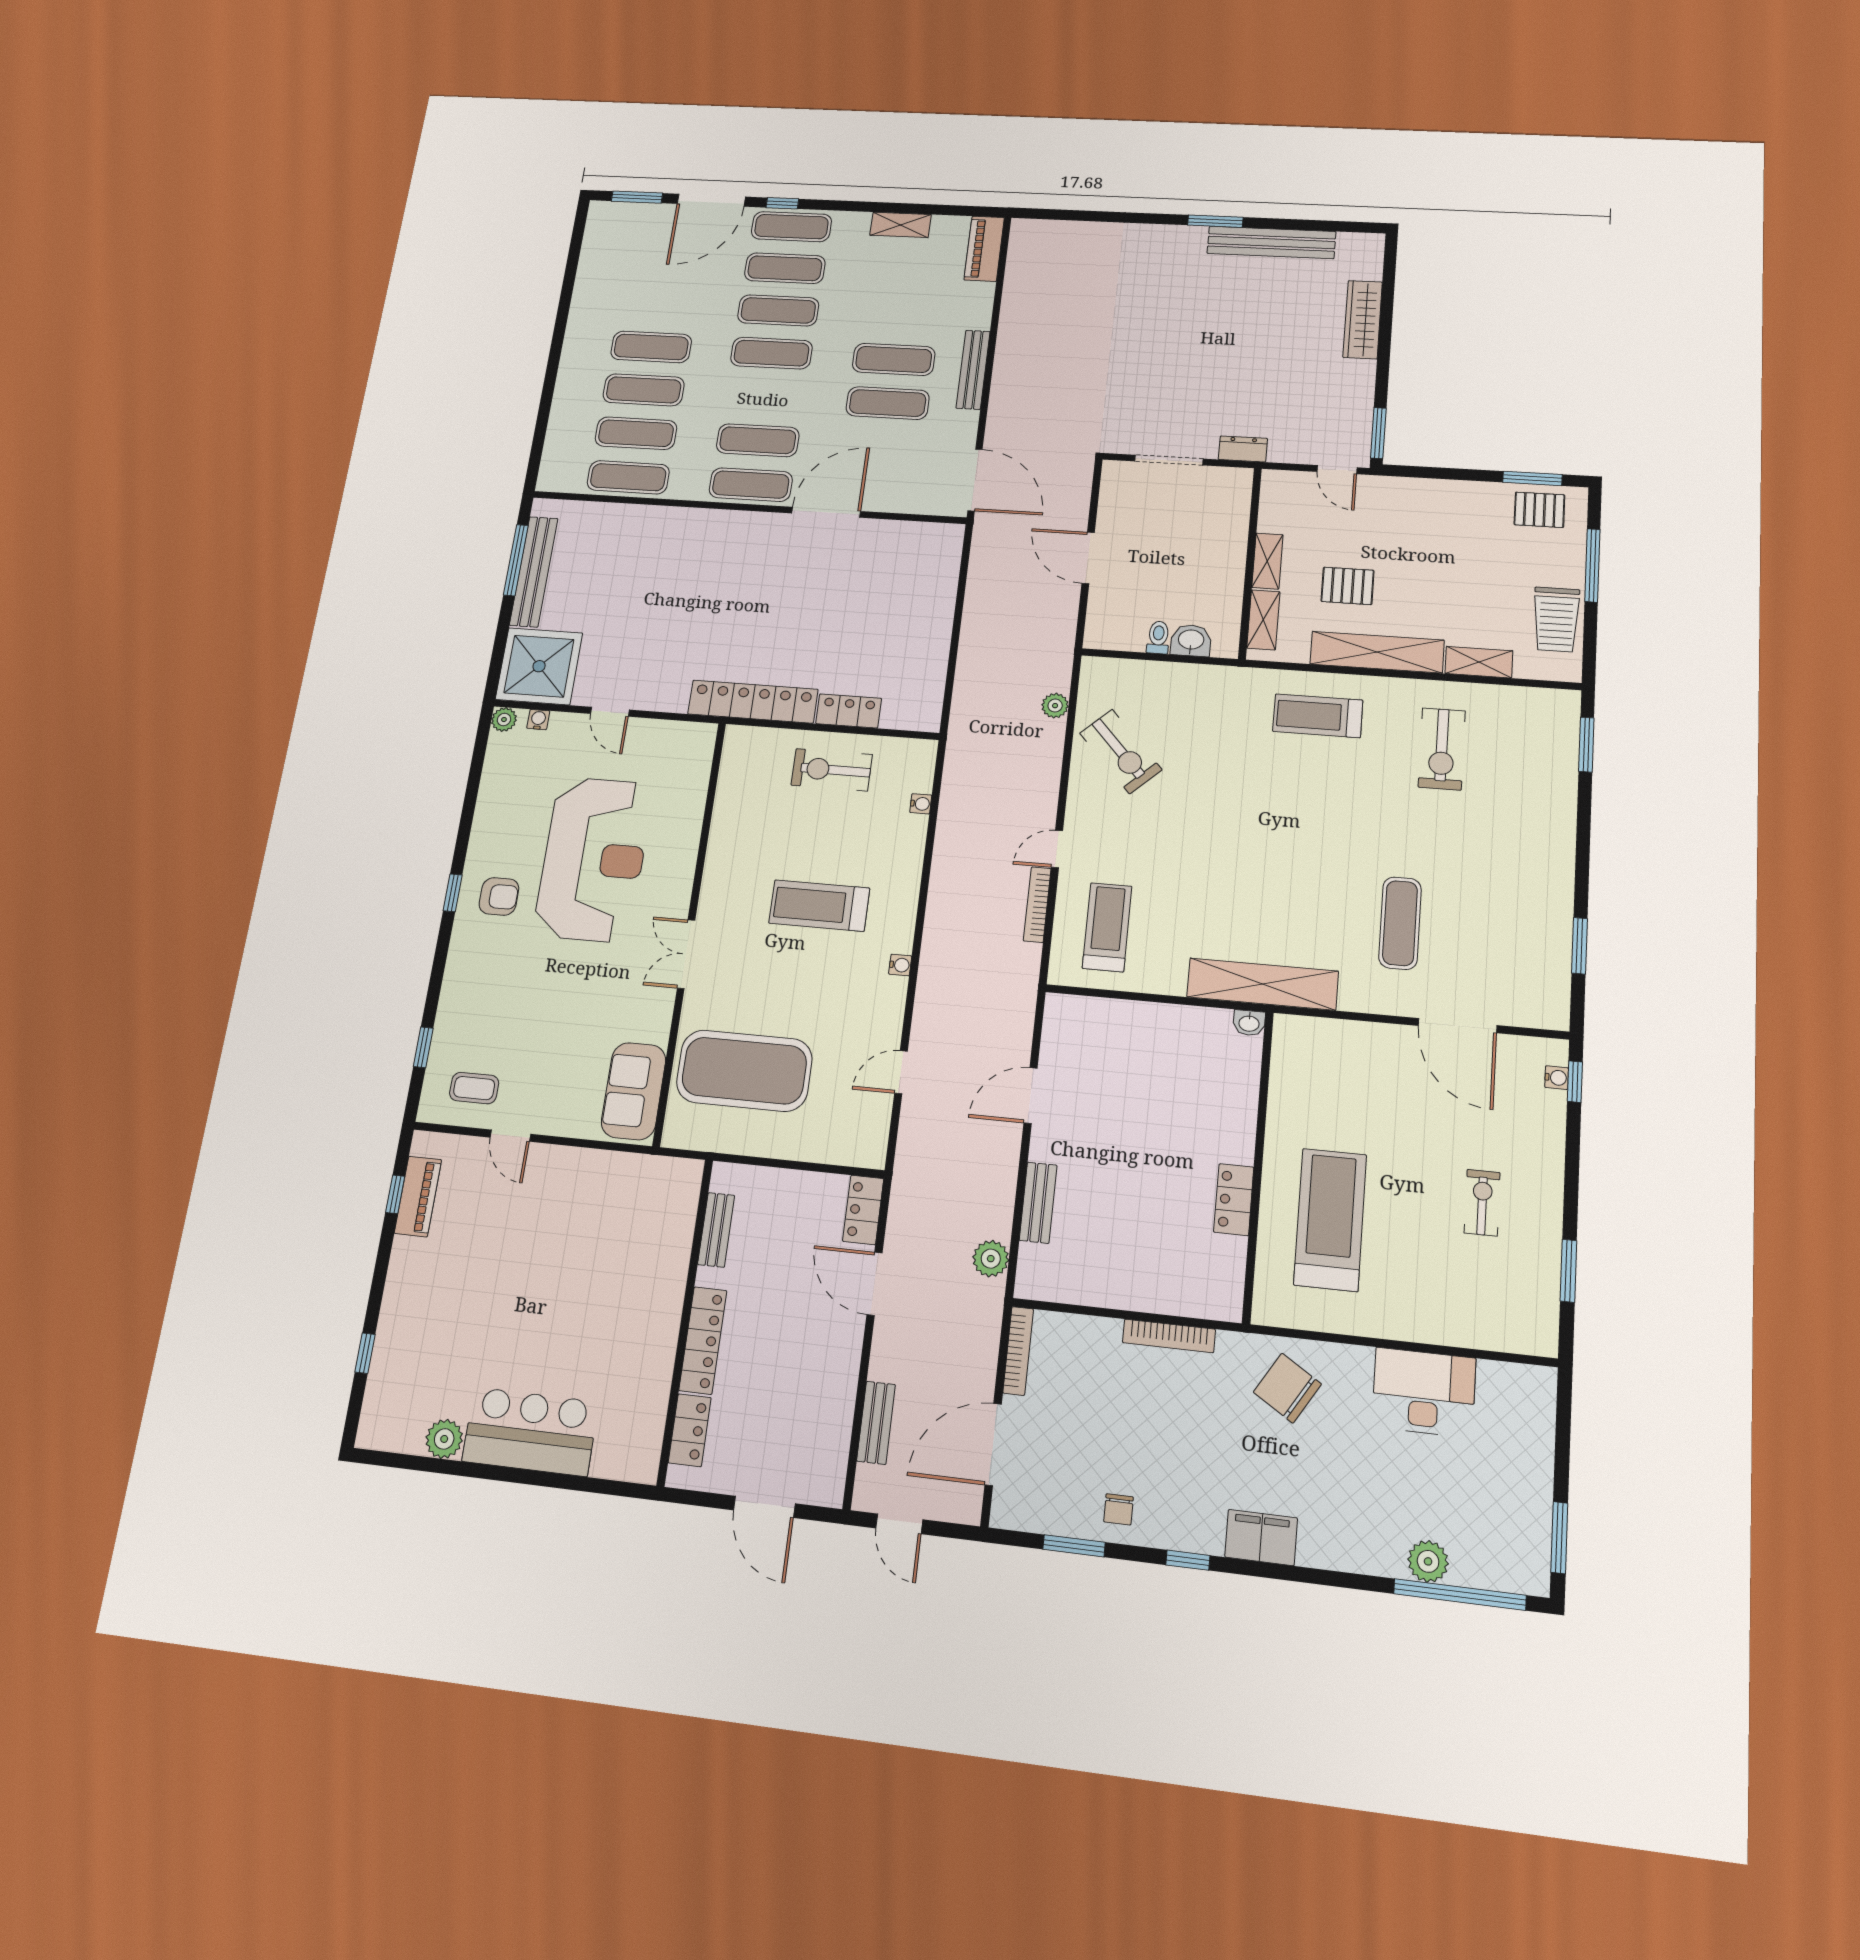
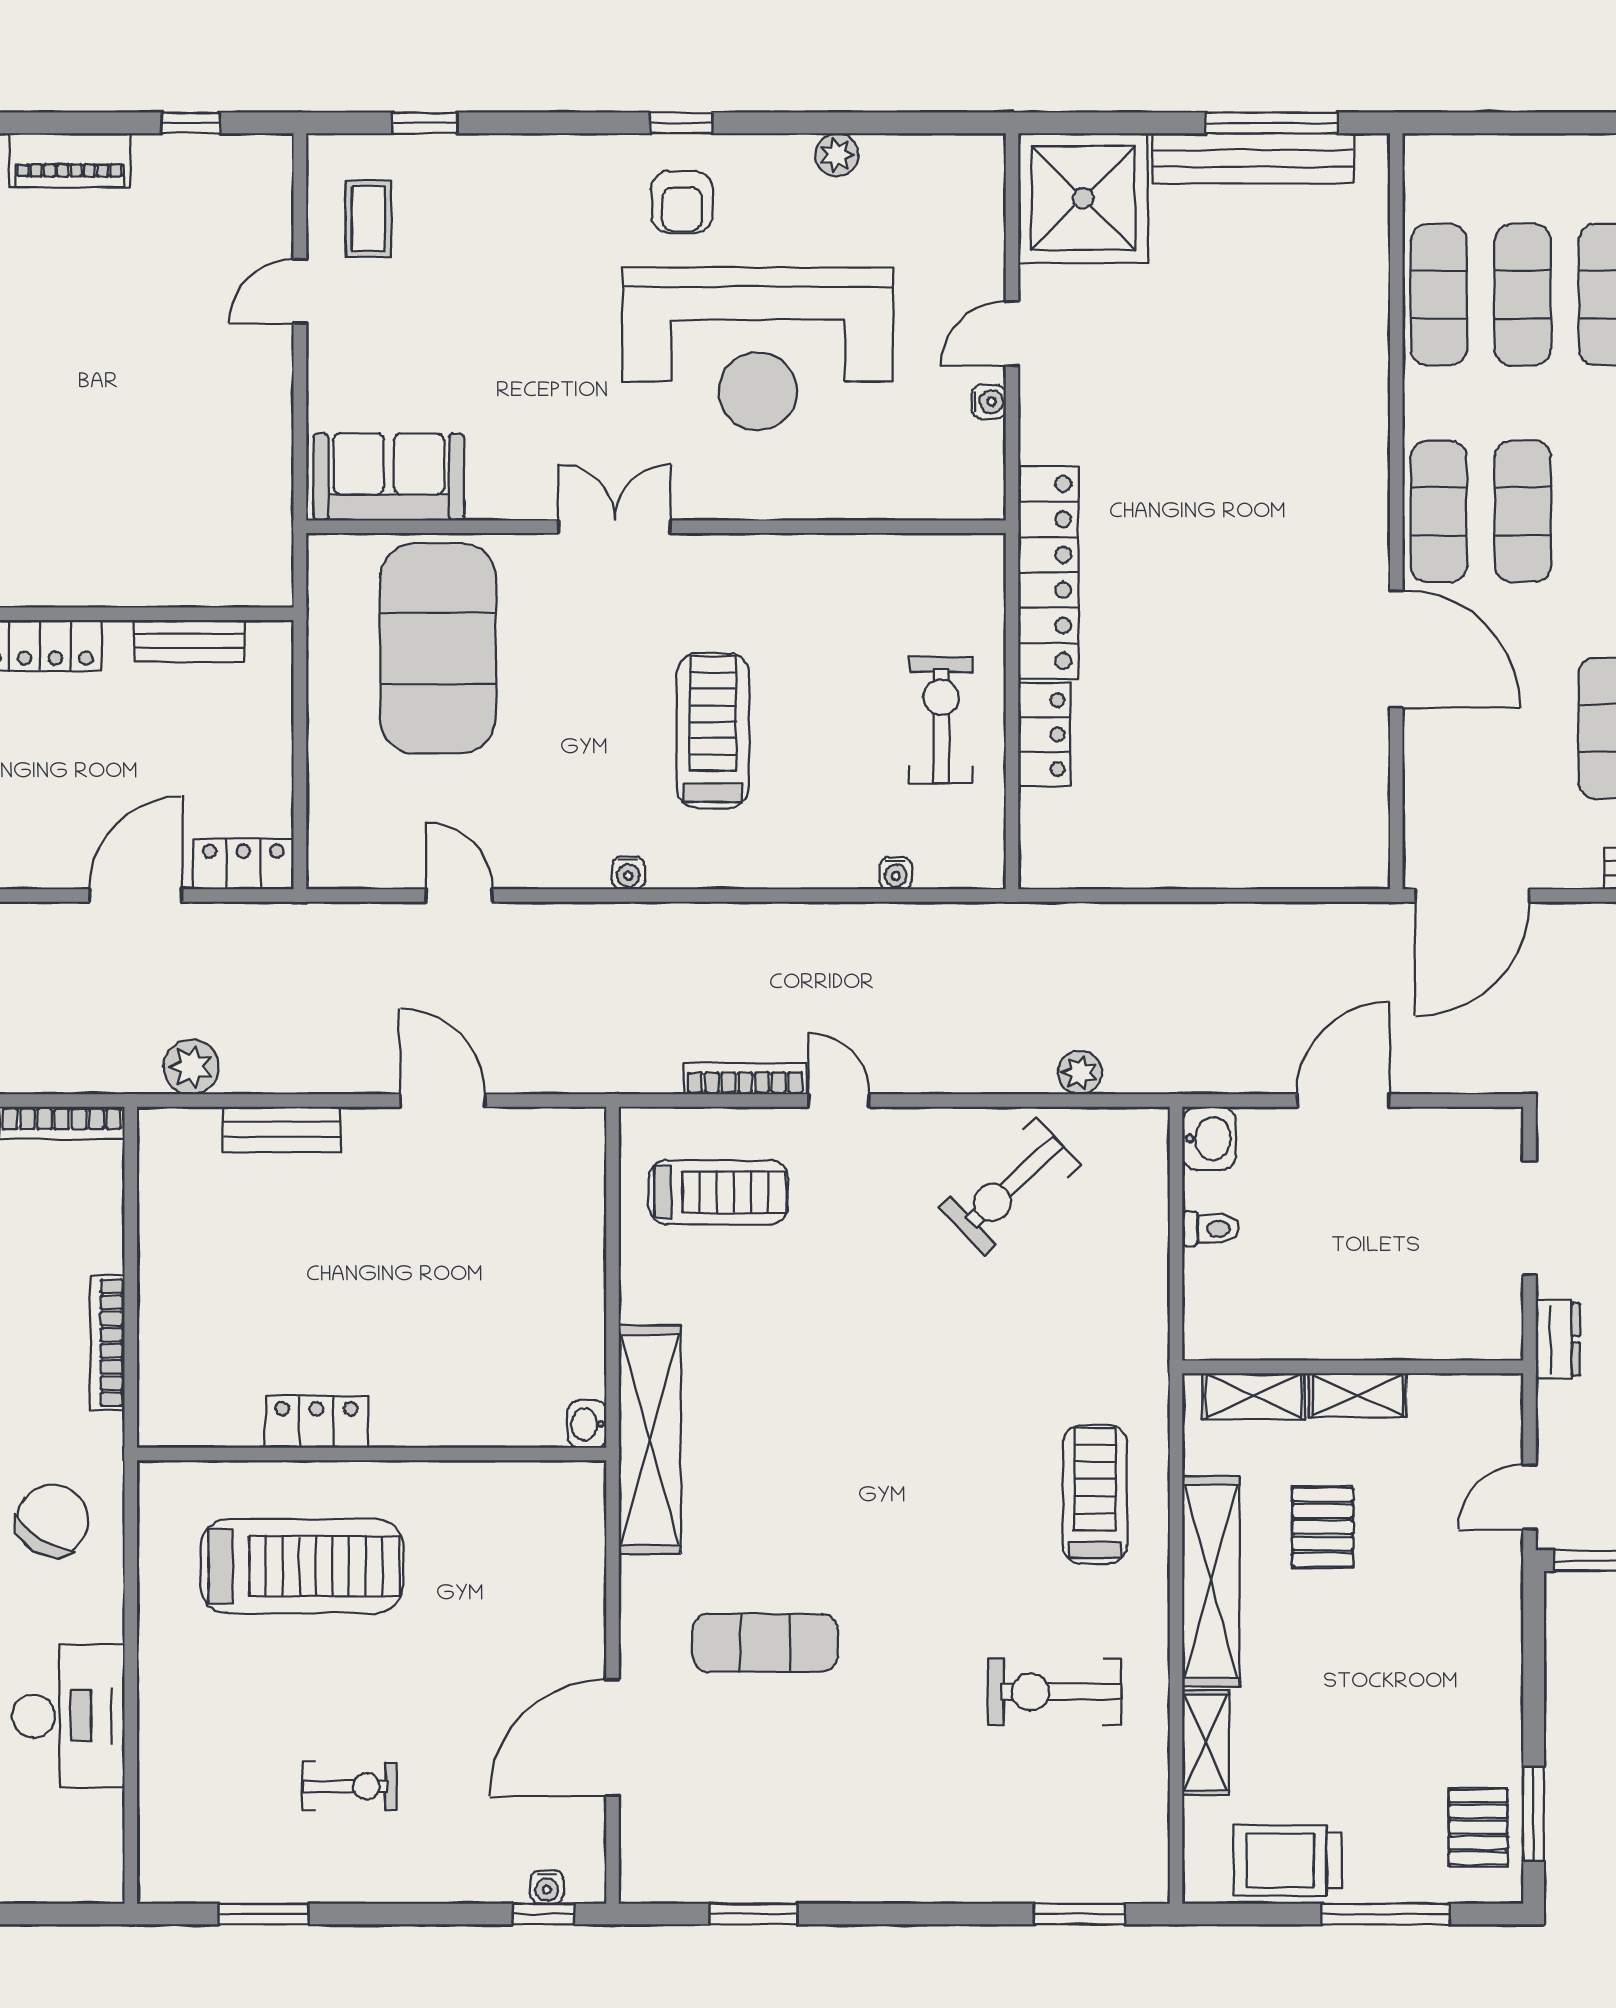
washbasin: (1191, 640) -> (1209, 1139), moved
plant: (504, 720) -> (837, 155), moved
water cooler: (538, 720) -> (989, 402), moved
piano: (418, 1196) -> (70, 160), moved

